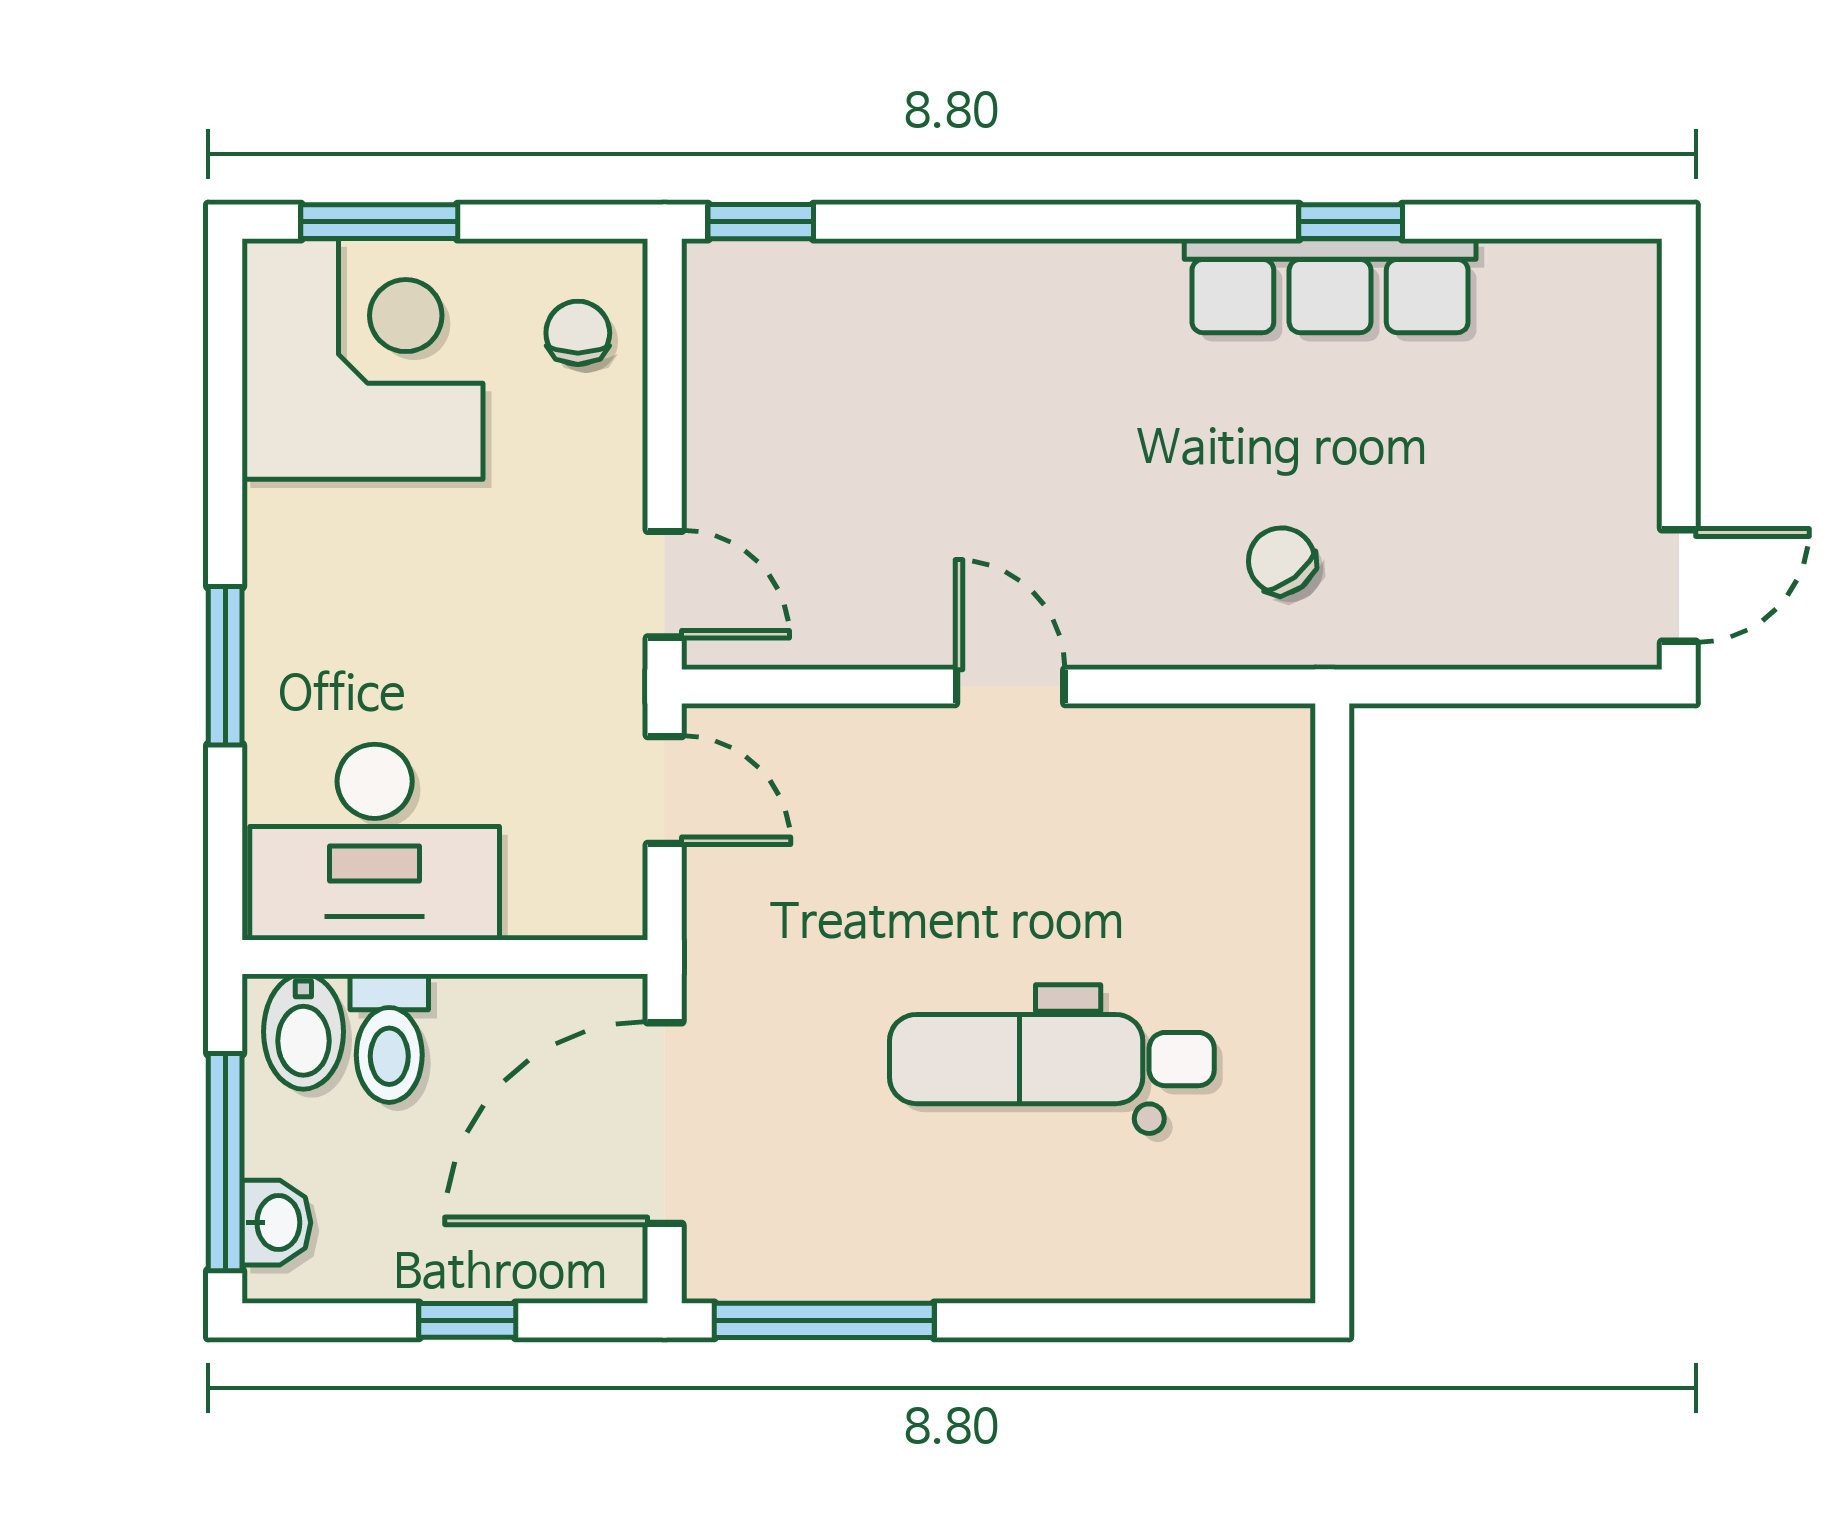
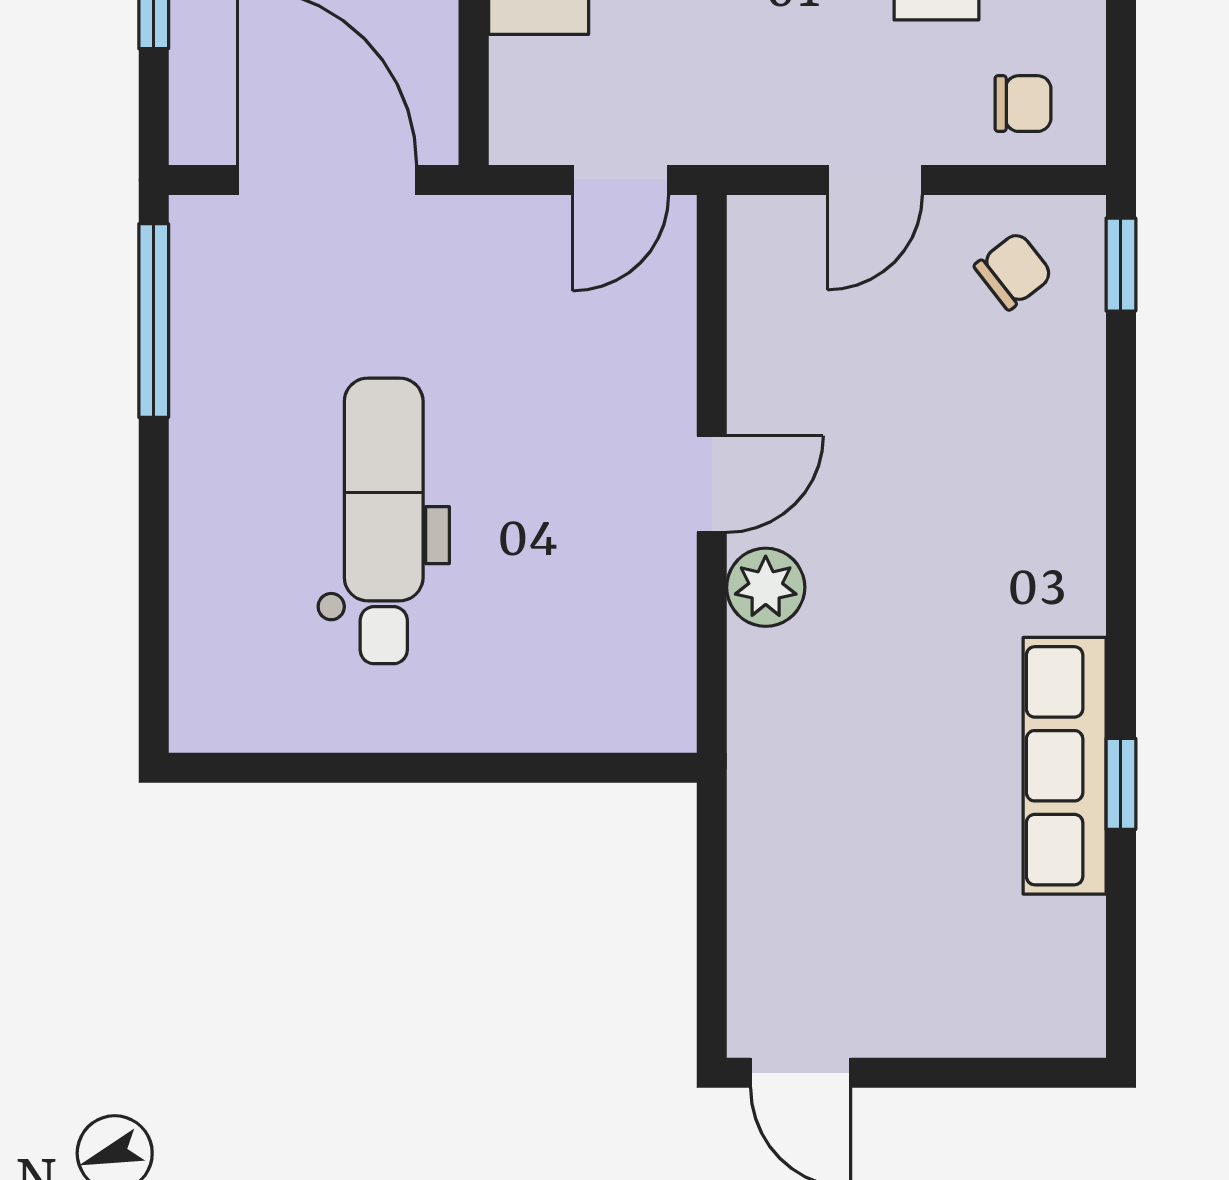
chair: (1282, 561) -> (1014, 271), moved
door: (665, 584) -> (875, 180), moved
plant: (1127, 625) -> (766, 587), added

